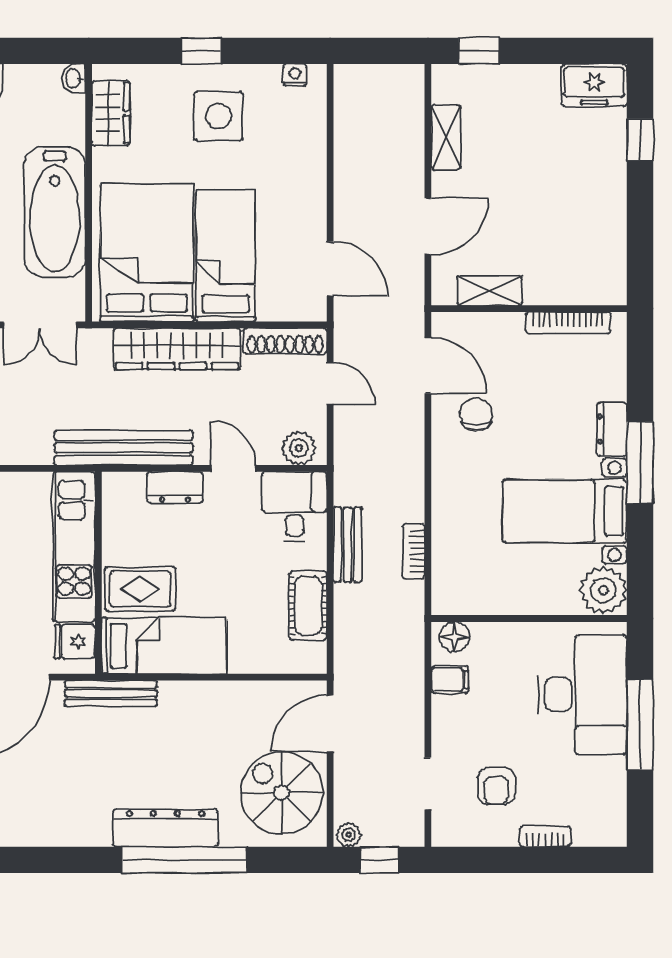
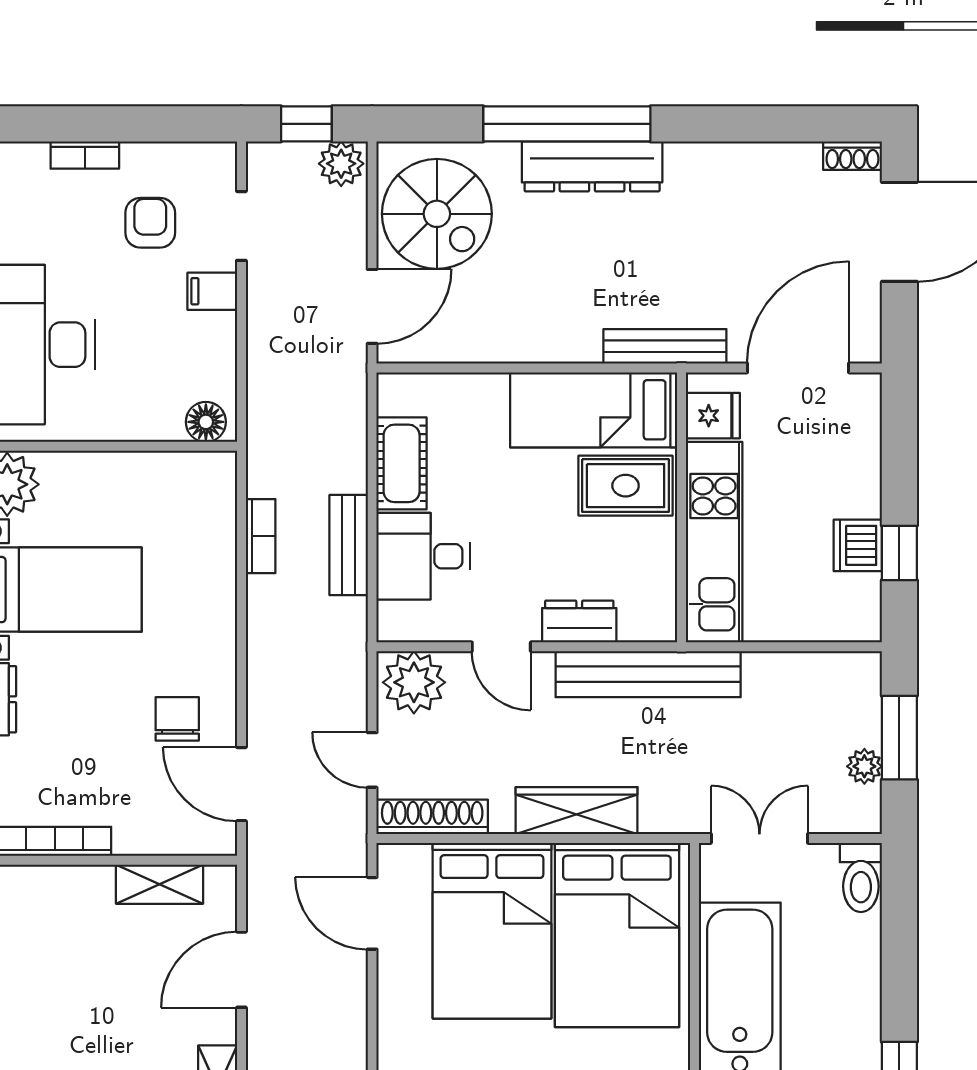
bed: (226, 256) -> (492, 931), width x1.50
wardrobe: (177, 349) -> (577, 811), width x0.71, depth x0.85
chair: (476, 414) -> (177, 719), turned 180
plant: (299, 448) -> (414, 682), width x1.36, depth x1.36
desk: (294, 507) -> (423, 556), moved, turned 90
filing cabinet: (450, 680) -> (212, 291), moved
plant: (349, 835) -> (341, 164), width x1.38, depth x1.38

